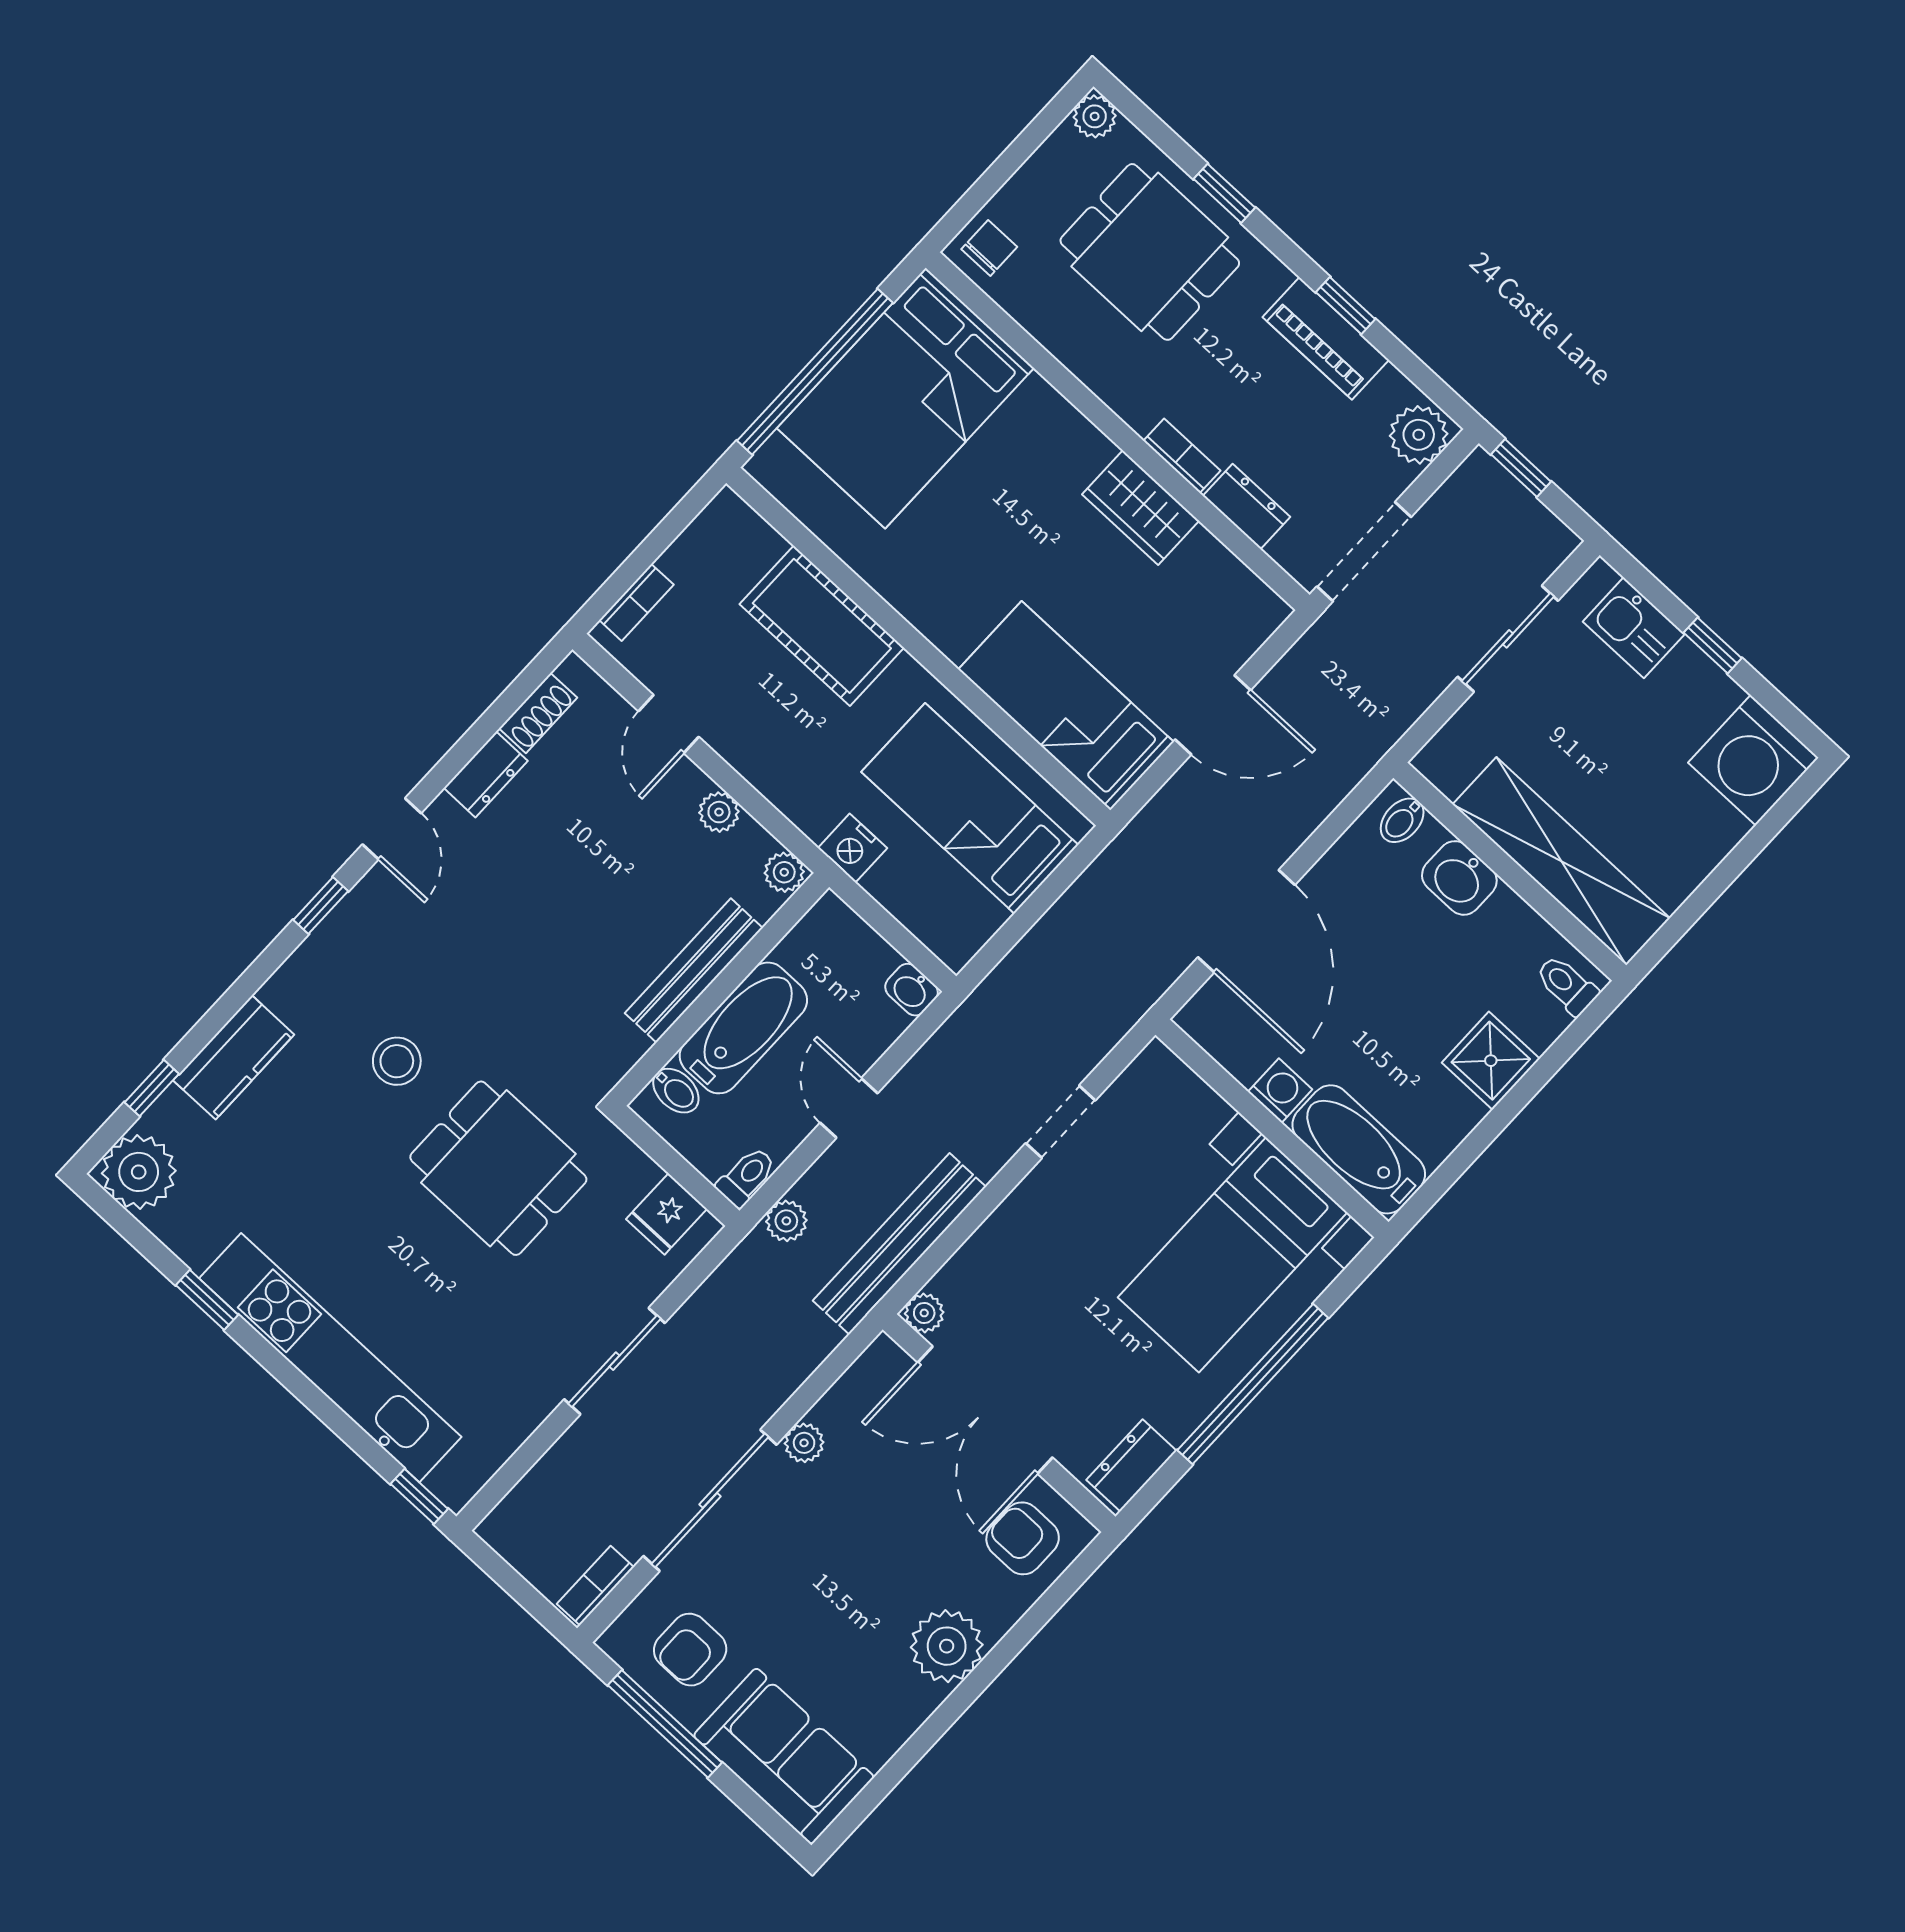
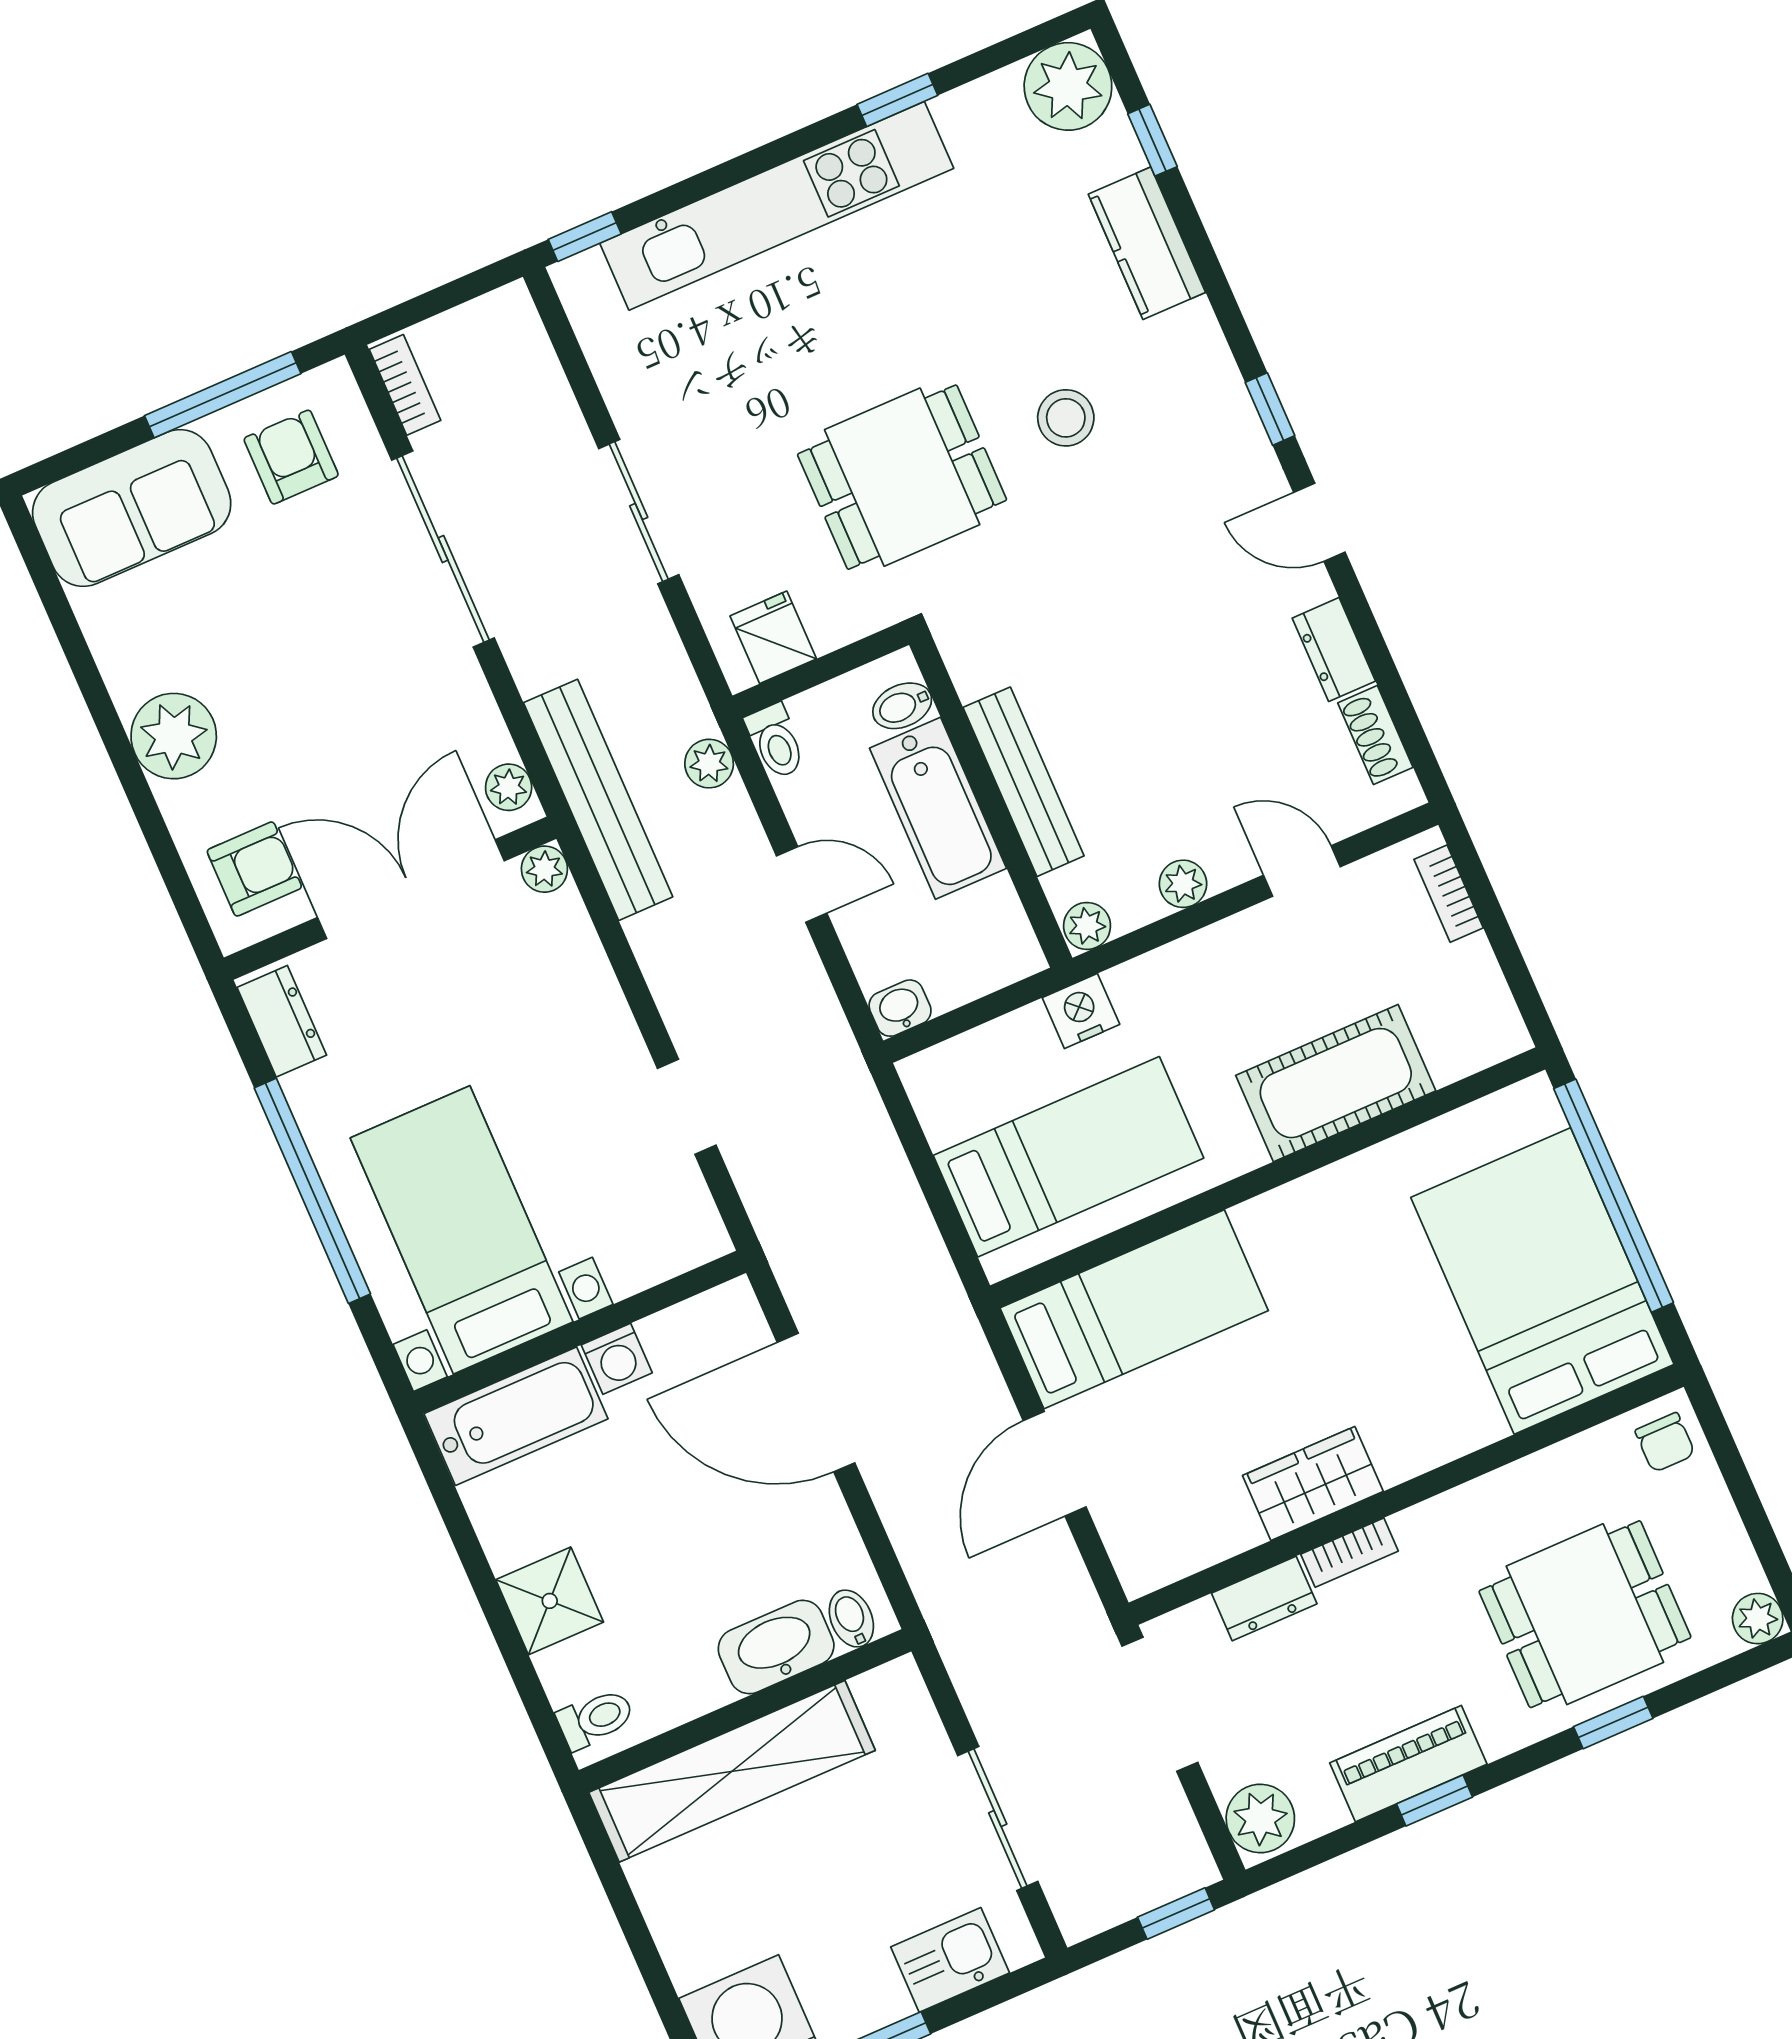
washbasin: (1459, 878) -> (776, 1647), width x1.38
bench: (899, 1244) -> (598, 800), moved
plant: (804, 1443) -> (509, 787), moved

